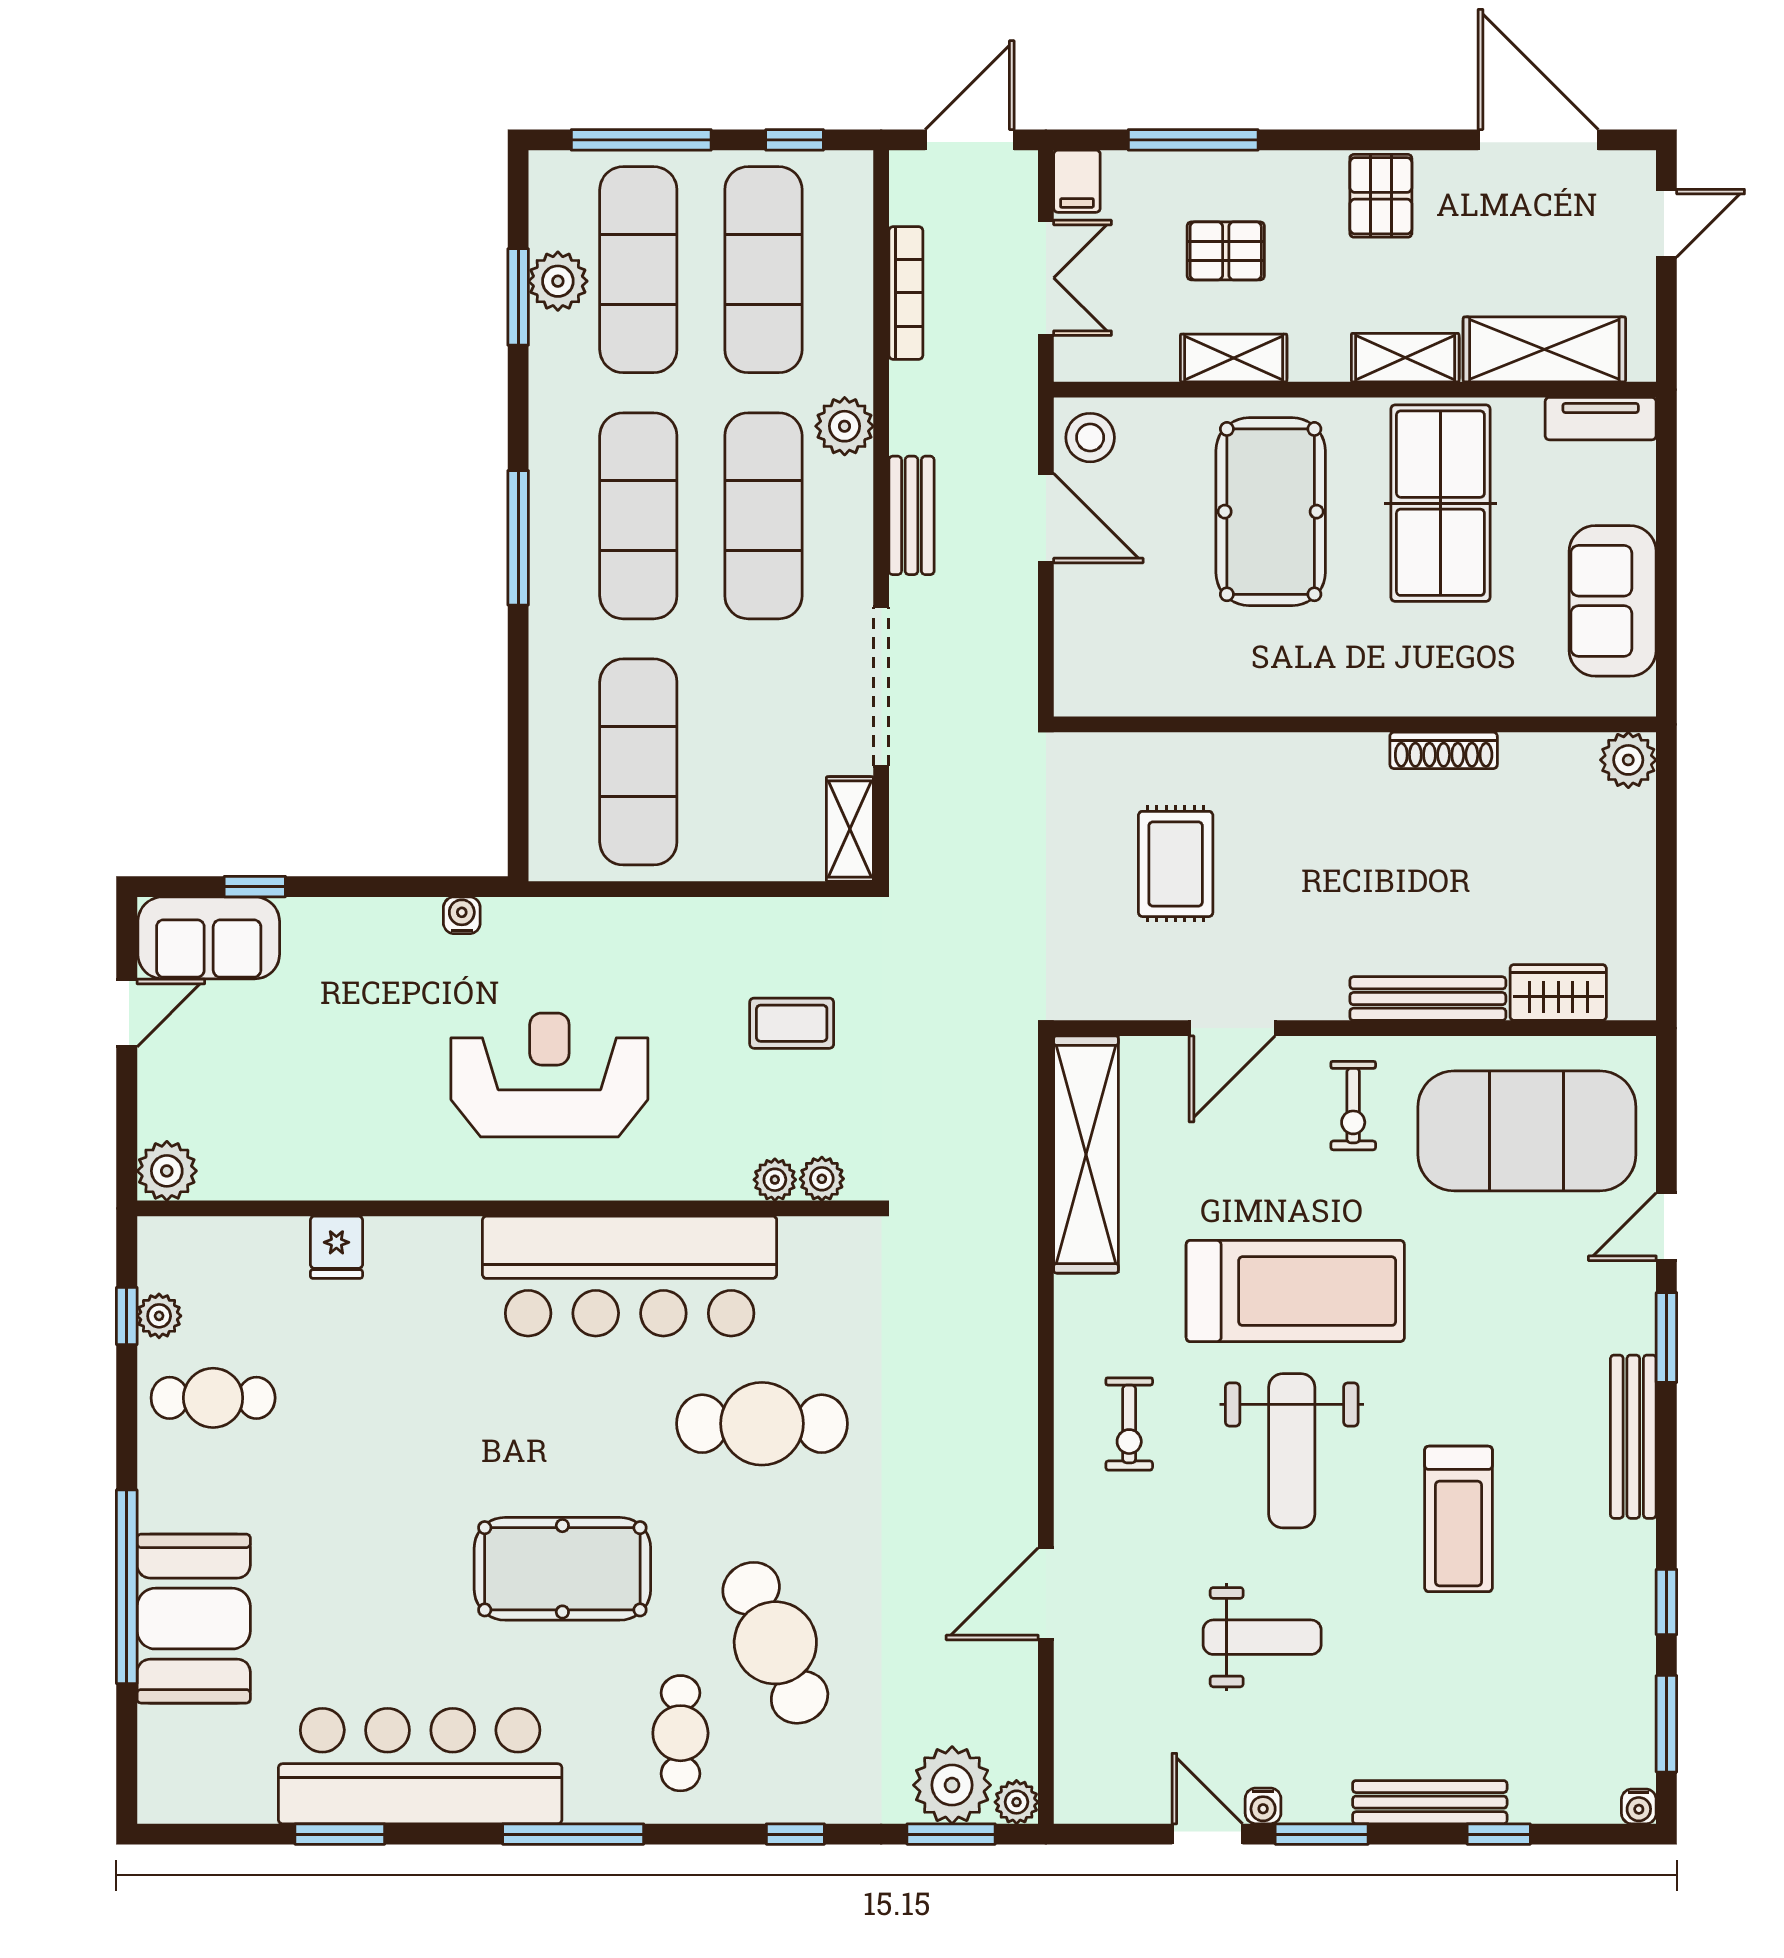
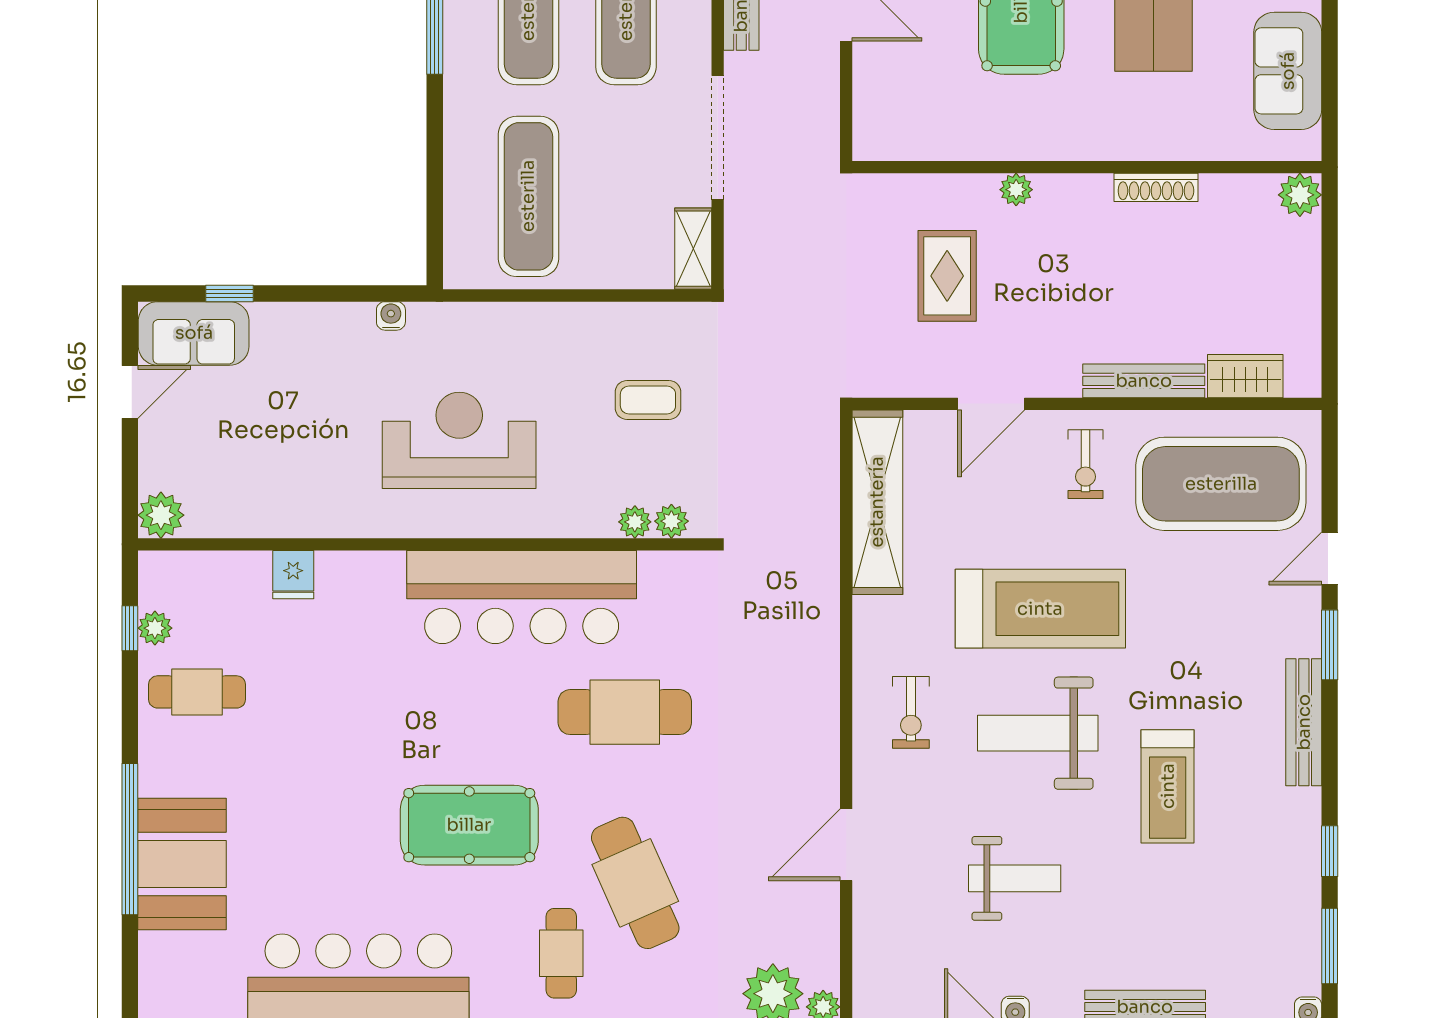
plant: (1264, 753) -> (1016, 190), added
weight bench: (1292, 1451) -> (1038, 733), turned 90

